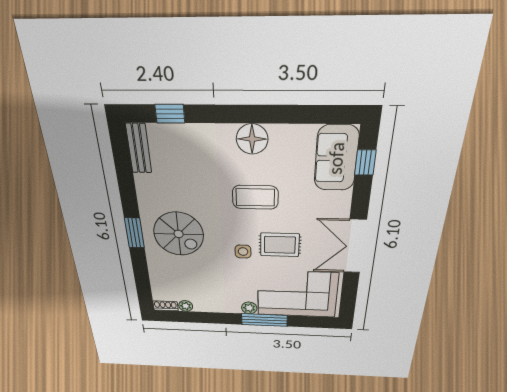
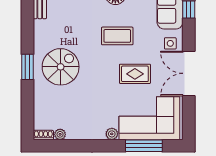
spiral stairs: (179, 234) -> (61, 67), turned -90
side table: (243, 252) -> (170, 43), moved
window: (264, 320) -> (144, 146), moved

